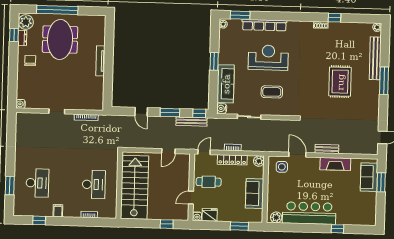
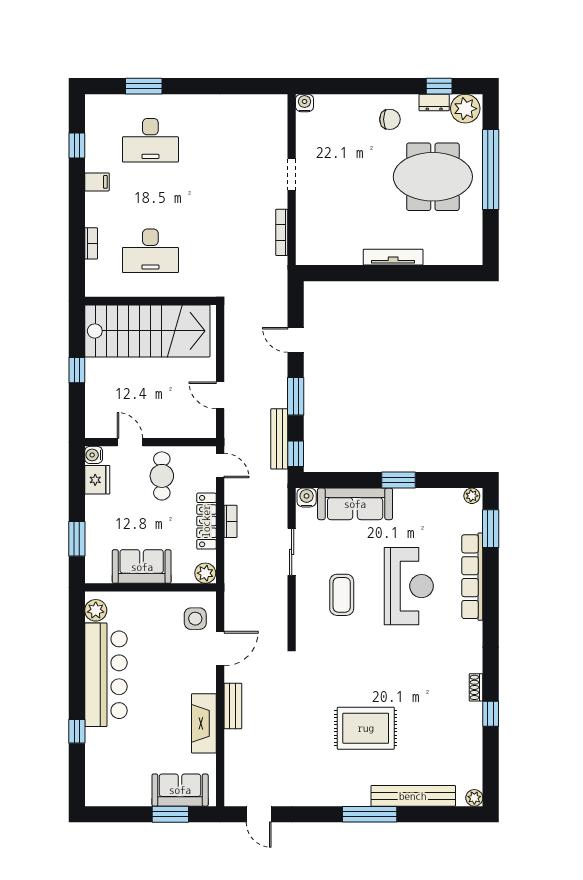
door: (141, 112) -> (296, 340), hinge flipped
window: (167, 224) -> (77, 370), moved

